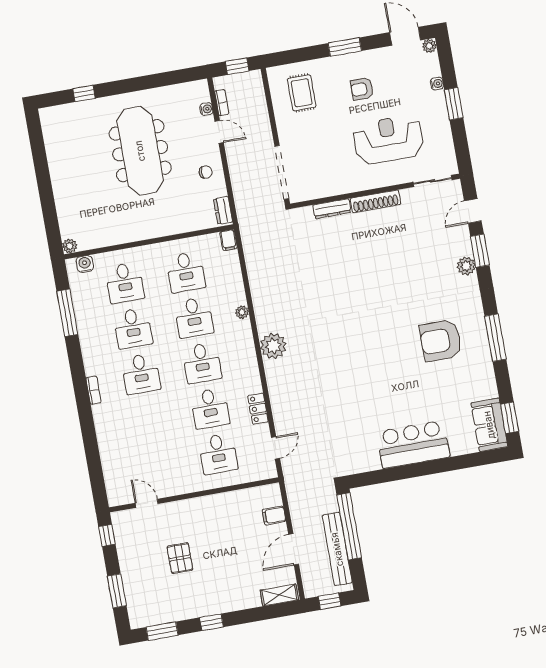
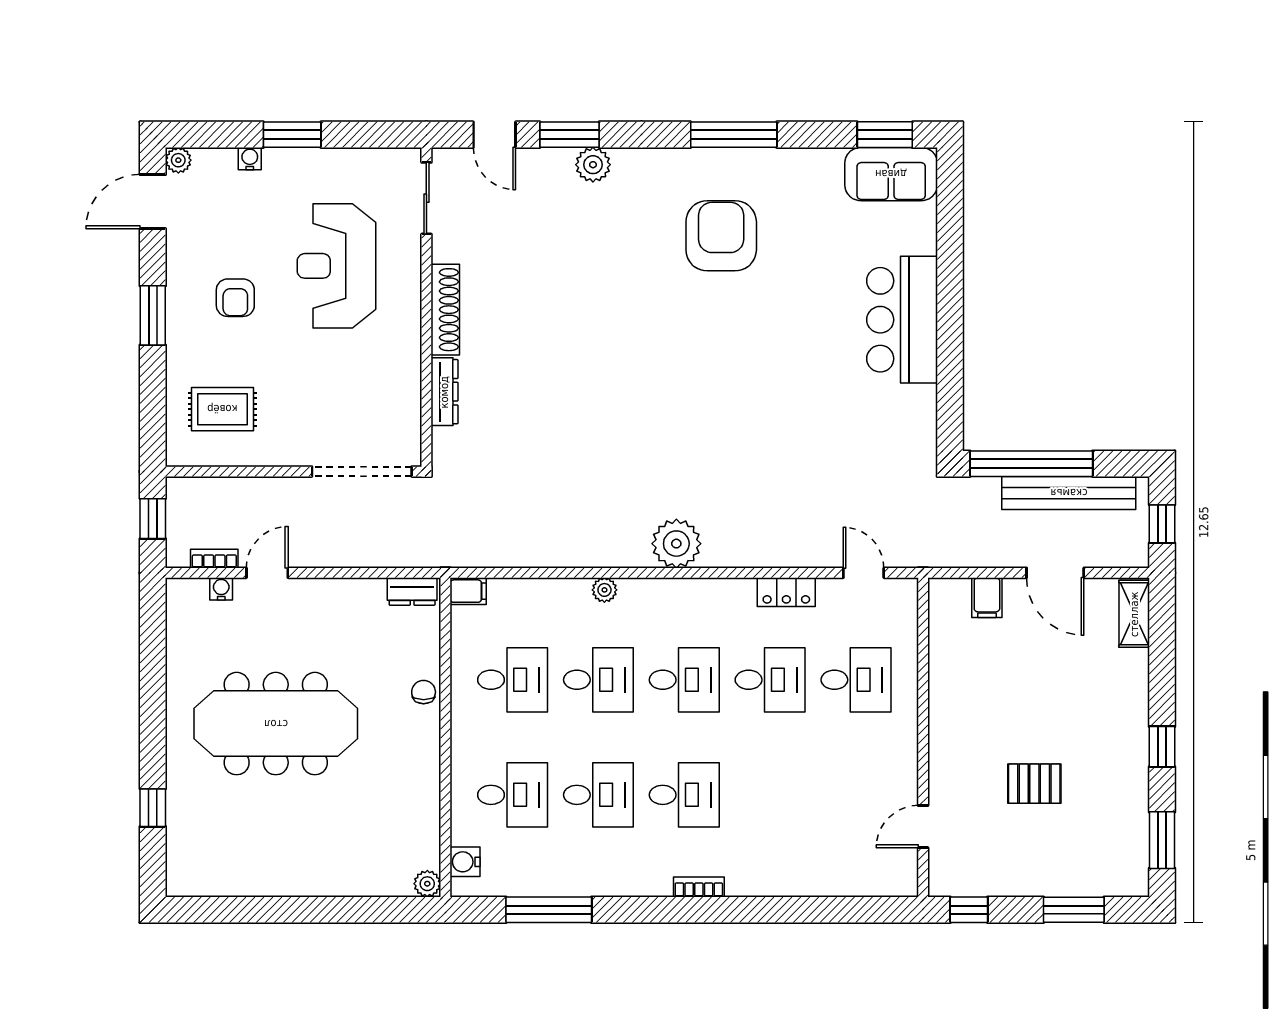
chair: (206, 172) -> (424, 692), moved
armchair: (441, 341) -> (721, 236), turned 180

